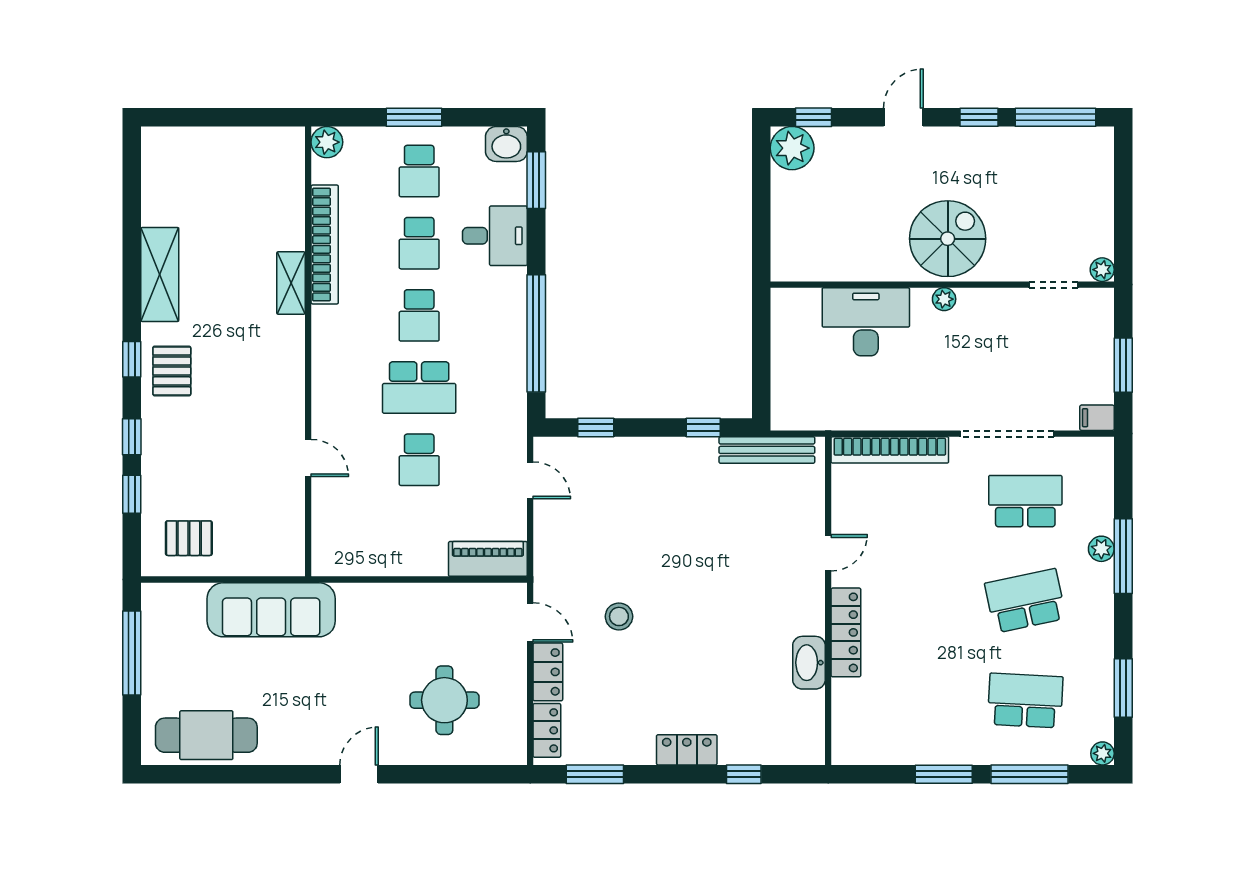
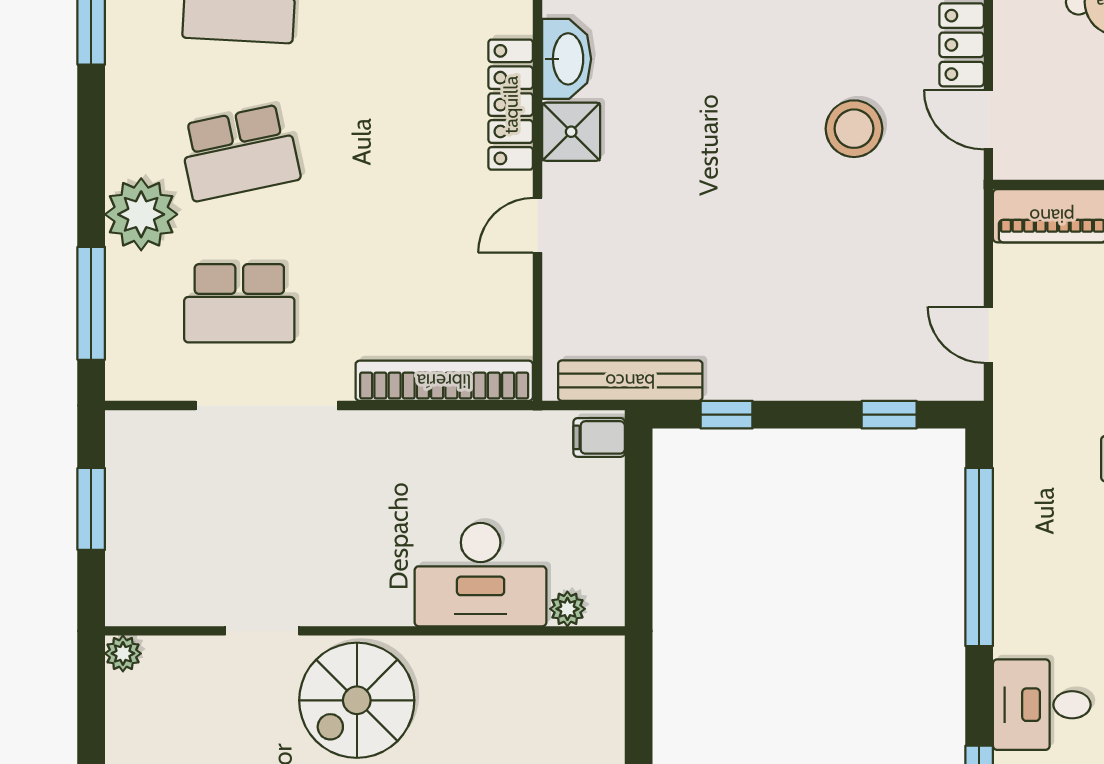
doorway: (1053, 285) -> (262, 631), moved
plant: (944, 299) -> (567, 609), moved
filing cabinet: (1097, 418) -> (599, 437), moved, turned 180
plant: (1101, 549) -> (141, 214), width x1.87, depth x1.87
window: (1123, 556) -> (91, 303), moved
shower: (806, 614) -> (571, 132), added
stool: (619, 616) -> (854, 129), width x1.38, depth x1.38

